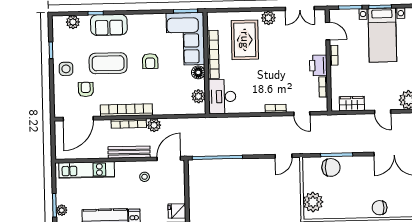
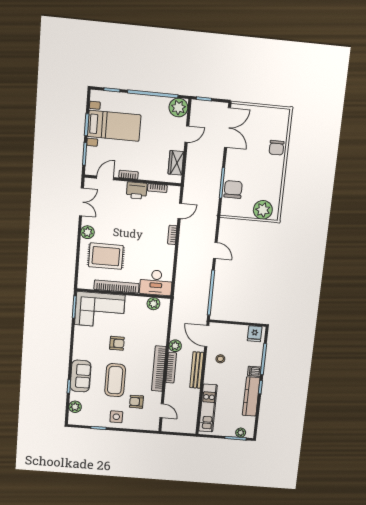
floor lamp: (198, 72) -> (132, 302), removed
door: (78, 119) -> (162, 411), width x0.53
door: (283, 156) -> (215, 250), moved

